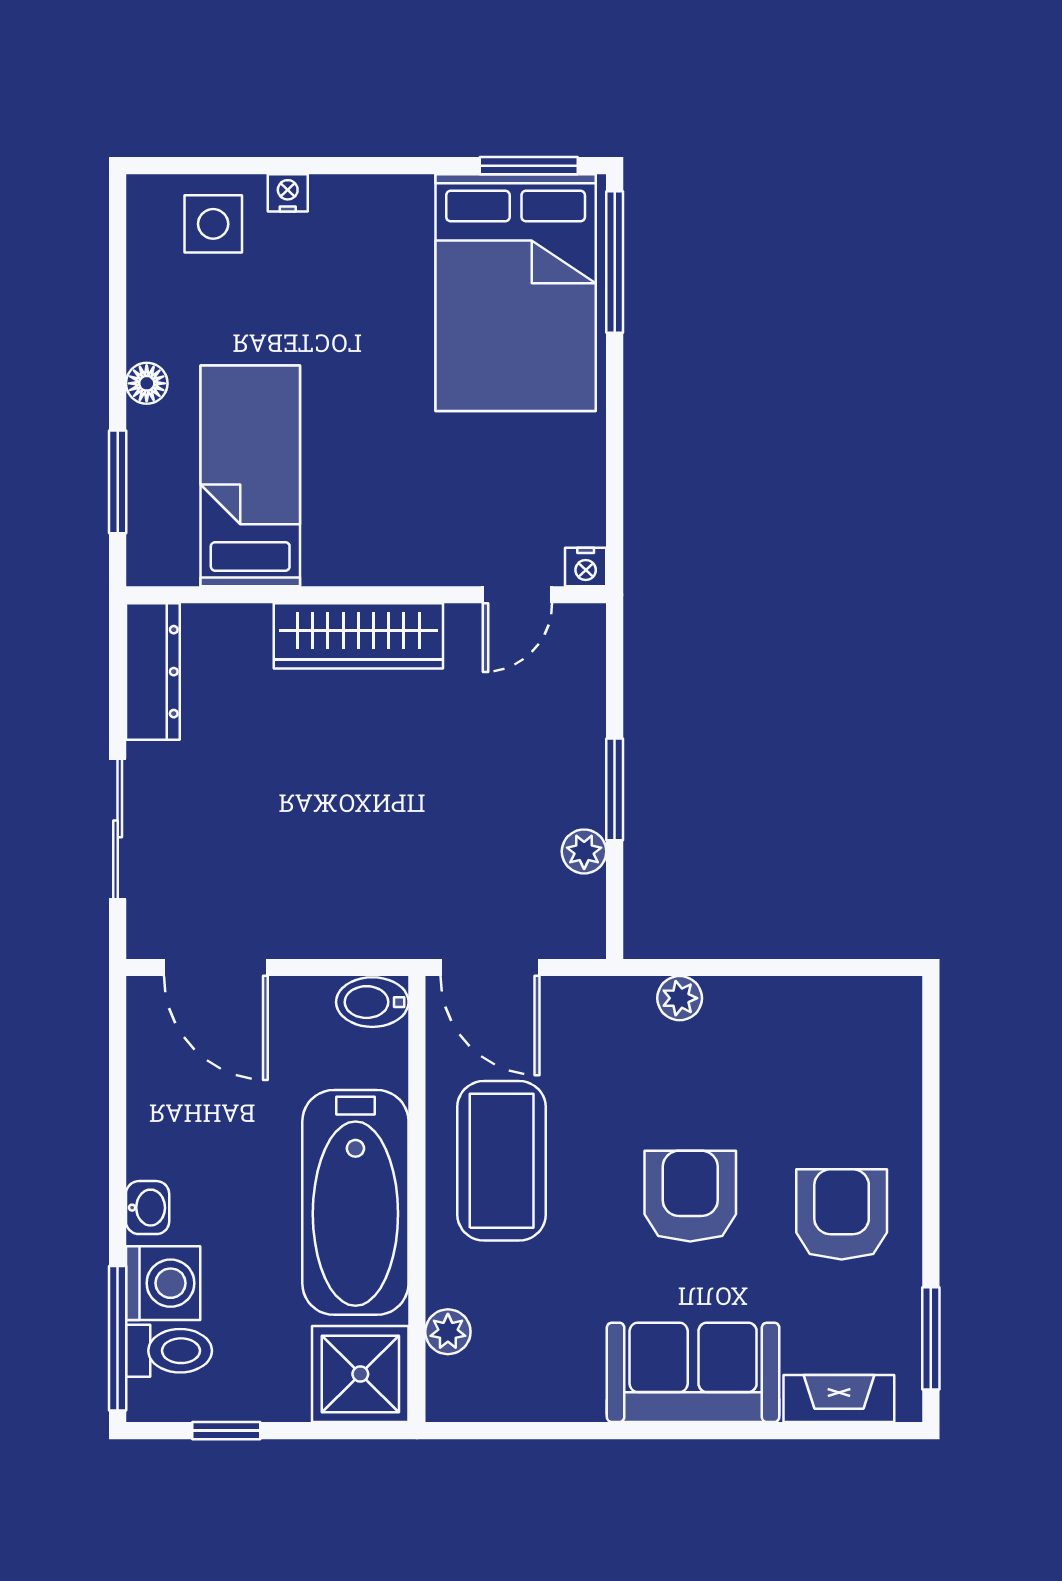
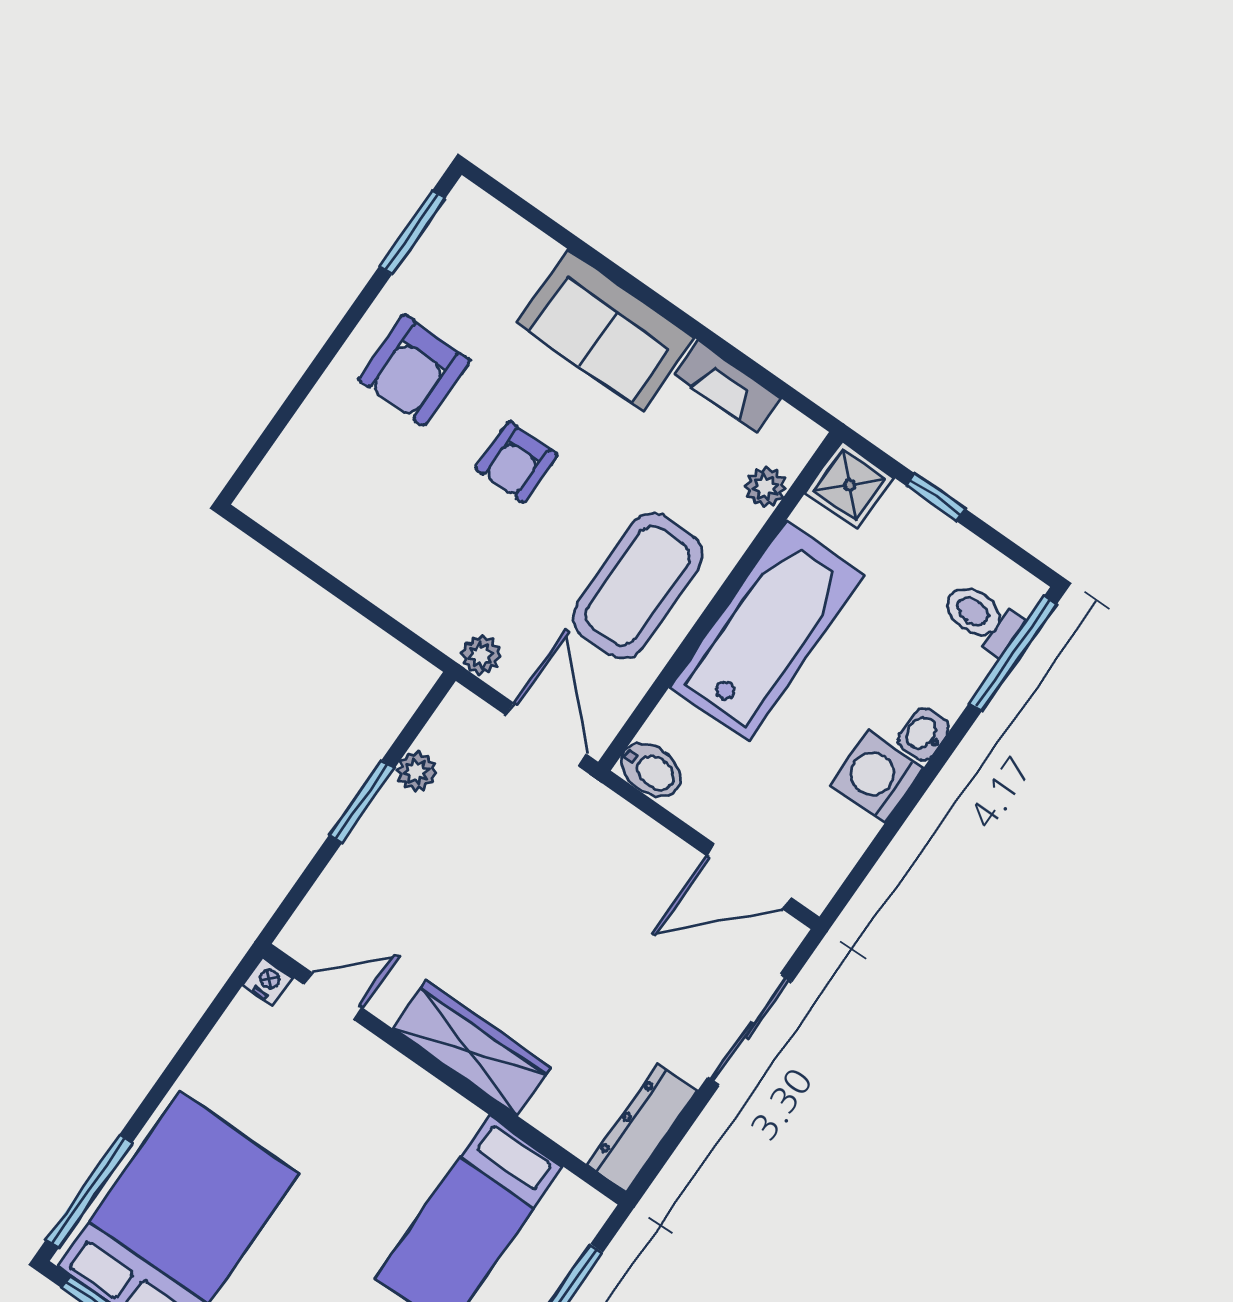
door: (216, 967) -> (749, 876), swing flipped
plant: (680, 998) -> (481, 655), moved
armchair: (690, 1196) -> (516, 462), width x0.72, depth x0.72
washing machine: (163, 1283) -> (877, 777), moved
shower: (360, 1374) -> (849, 485), width x0.73, depth x0.73
fireplace: (839, 1399) -> (727, 386), moved
window: (226, 1431) -> (936, 497), moved

